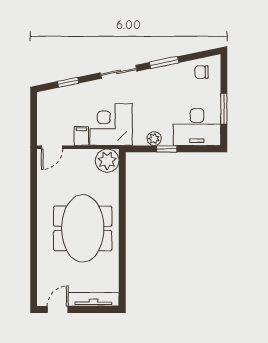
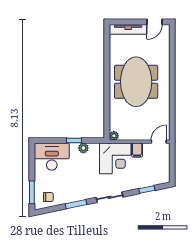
window: (224, 109) -> (32, 192), moved
plant: (107, 161) -> (114, 136), width x0.53, depth x0.53

